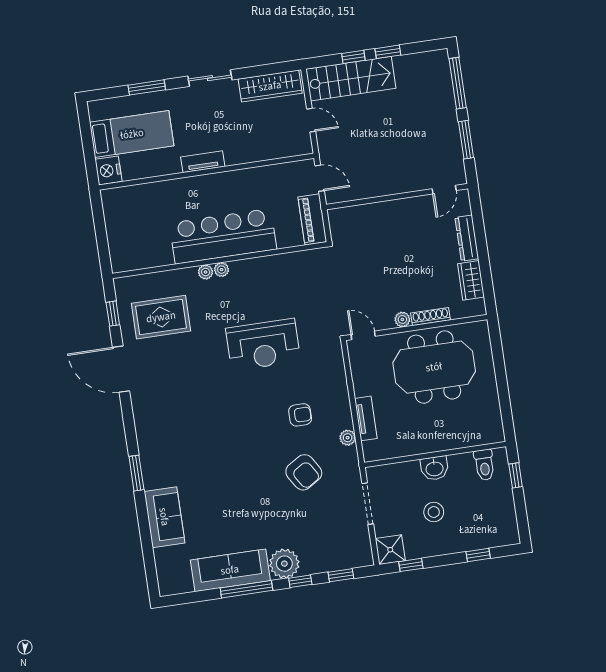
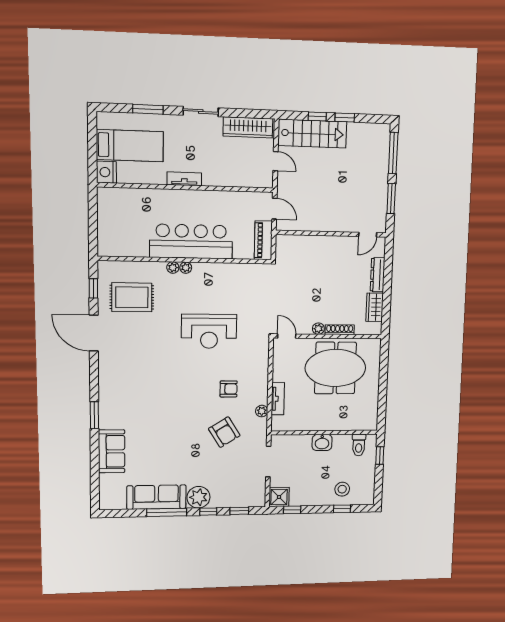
stool: (434, 512) -> (342, 489), moved

